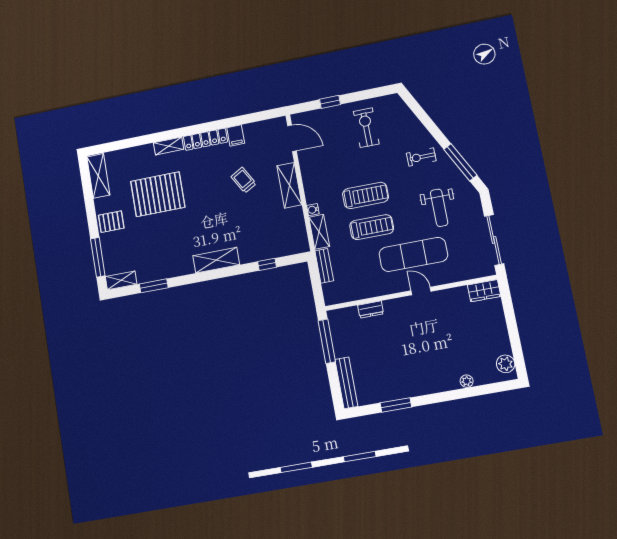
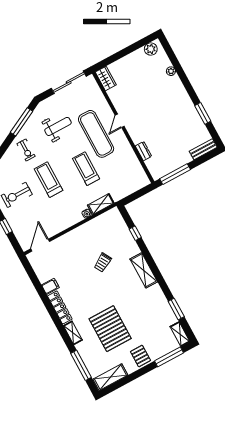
window: (125, 144) -> (81, 365), added
trolley: (244, 180) -> (103, 263), moved
shelving: (289, 185) -> (74, 236), removed
treadmill: (365, 195) -> (49, 180), moved
bench: (324, 266) -> (123, 193), removed
bench: (346, 383) -> (203, 149), width x0.73

